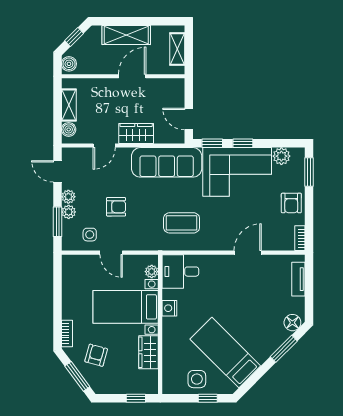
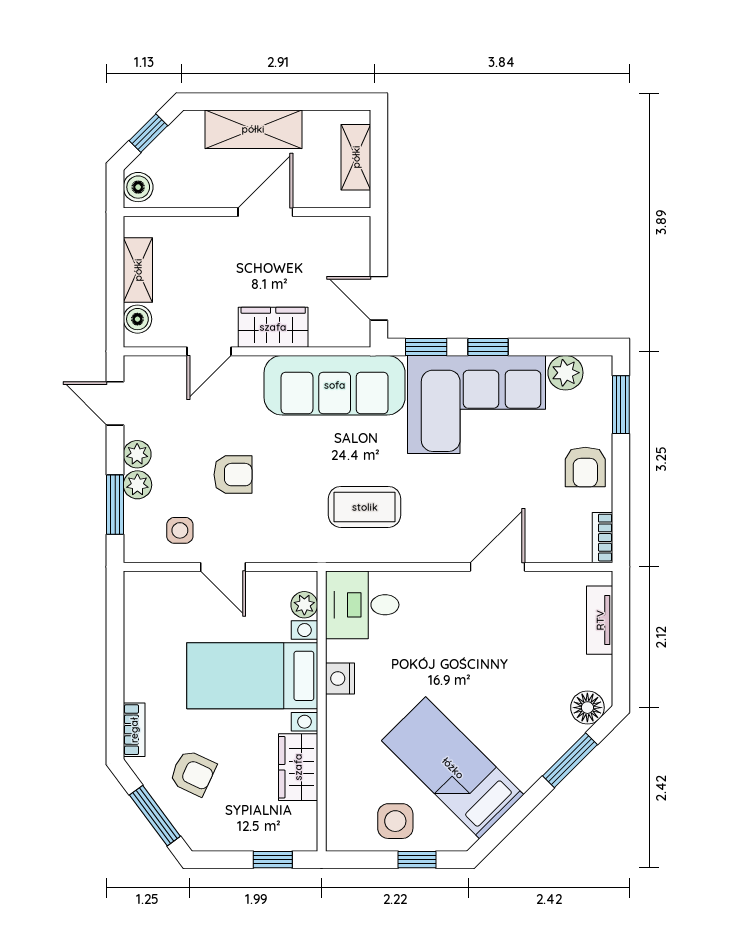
armchair: (96, 355) -> (193, 773), turned 100

